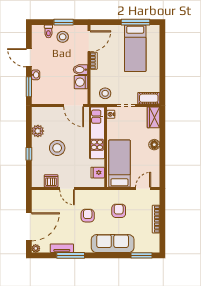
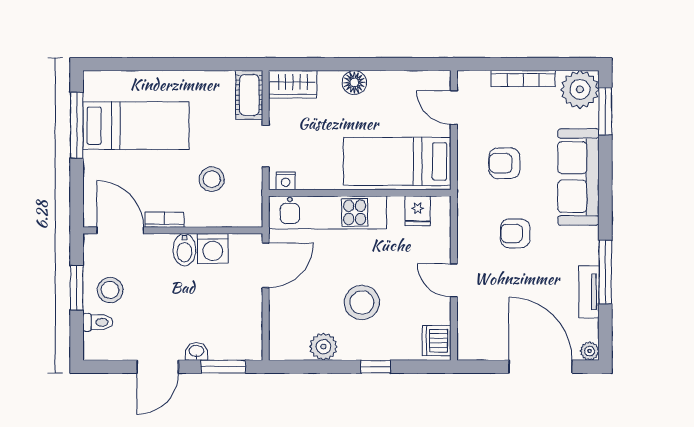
stool: (105, 93) -> (212, 179), moved
dishwasher: (51, 181) -> (437, 341), moved
door: (67, 189) -> (454, 280), swing flipped
plant: (151, 244) -> (580, 89), added

